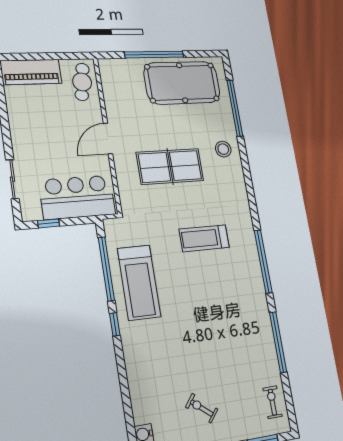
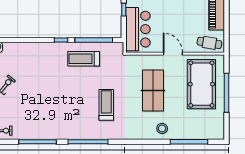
pool table: (182, 83) -> (201, 84), moved
treadmill: (139, 283) -> (84, 59), width x0.73, depth x0.73

